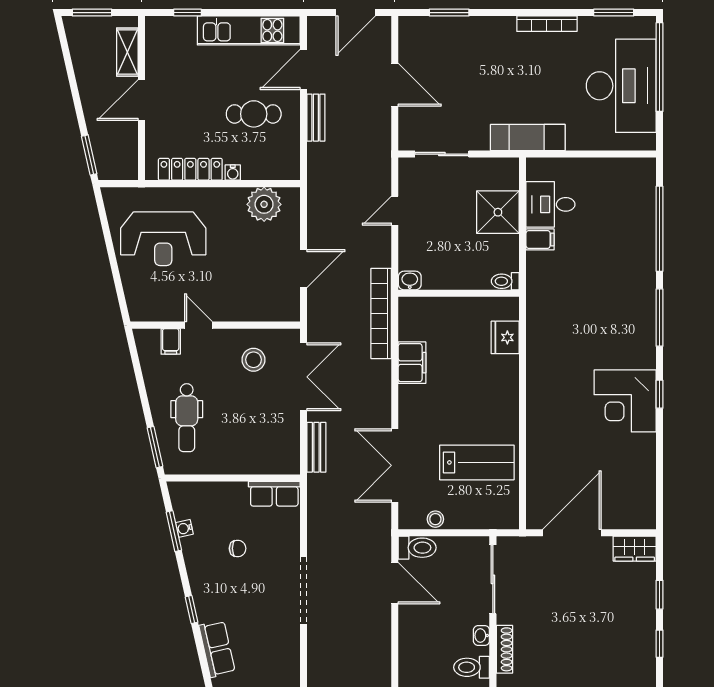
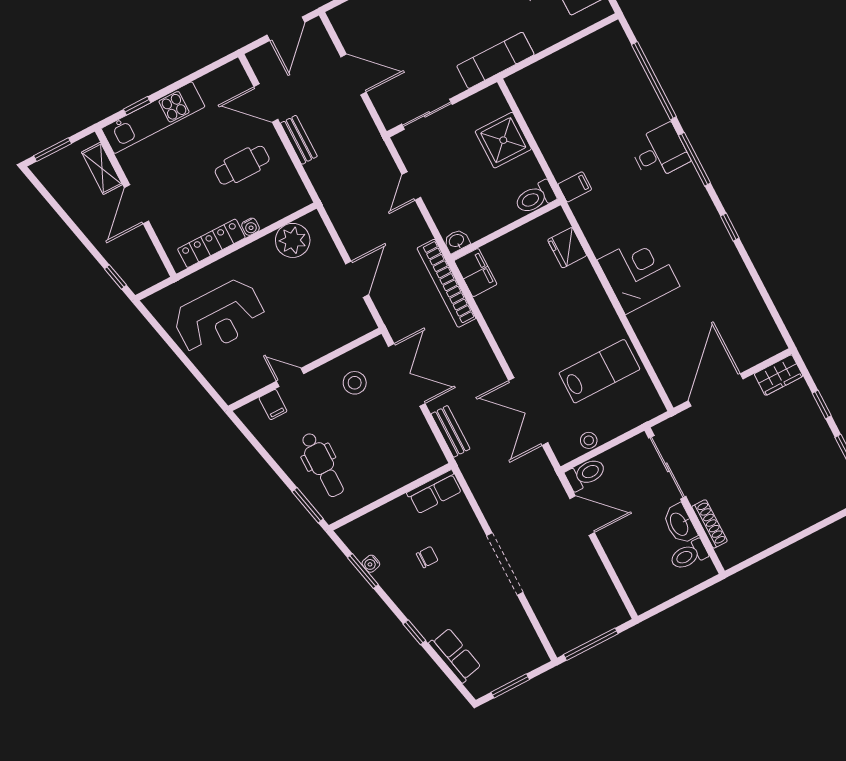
kitchen unit: (249, 30) -> (153, 118), moved
door: (304, 70) -> (266, 103), hinge flipped
window: (89, 155) -> (115, 277), width x0.67
desk: (550, 204) -> (660, 152), moved, turned 180
filing cabinet: (540, 239) -> (575, 187), moved
toilet: (505, 281) -> (535, 197), width x1.37, depth x1.39
filing cabinet: (412, 363) -> (476, 273), moved
corner desk: (625, 401) -> (639, 273), moved, turned 180
washbasin: (481, 635) -> (680, 524), width x1.91, depth x1.45

